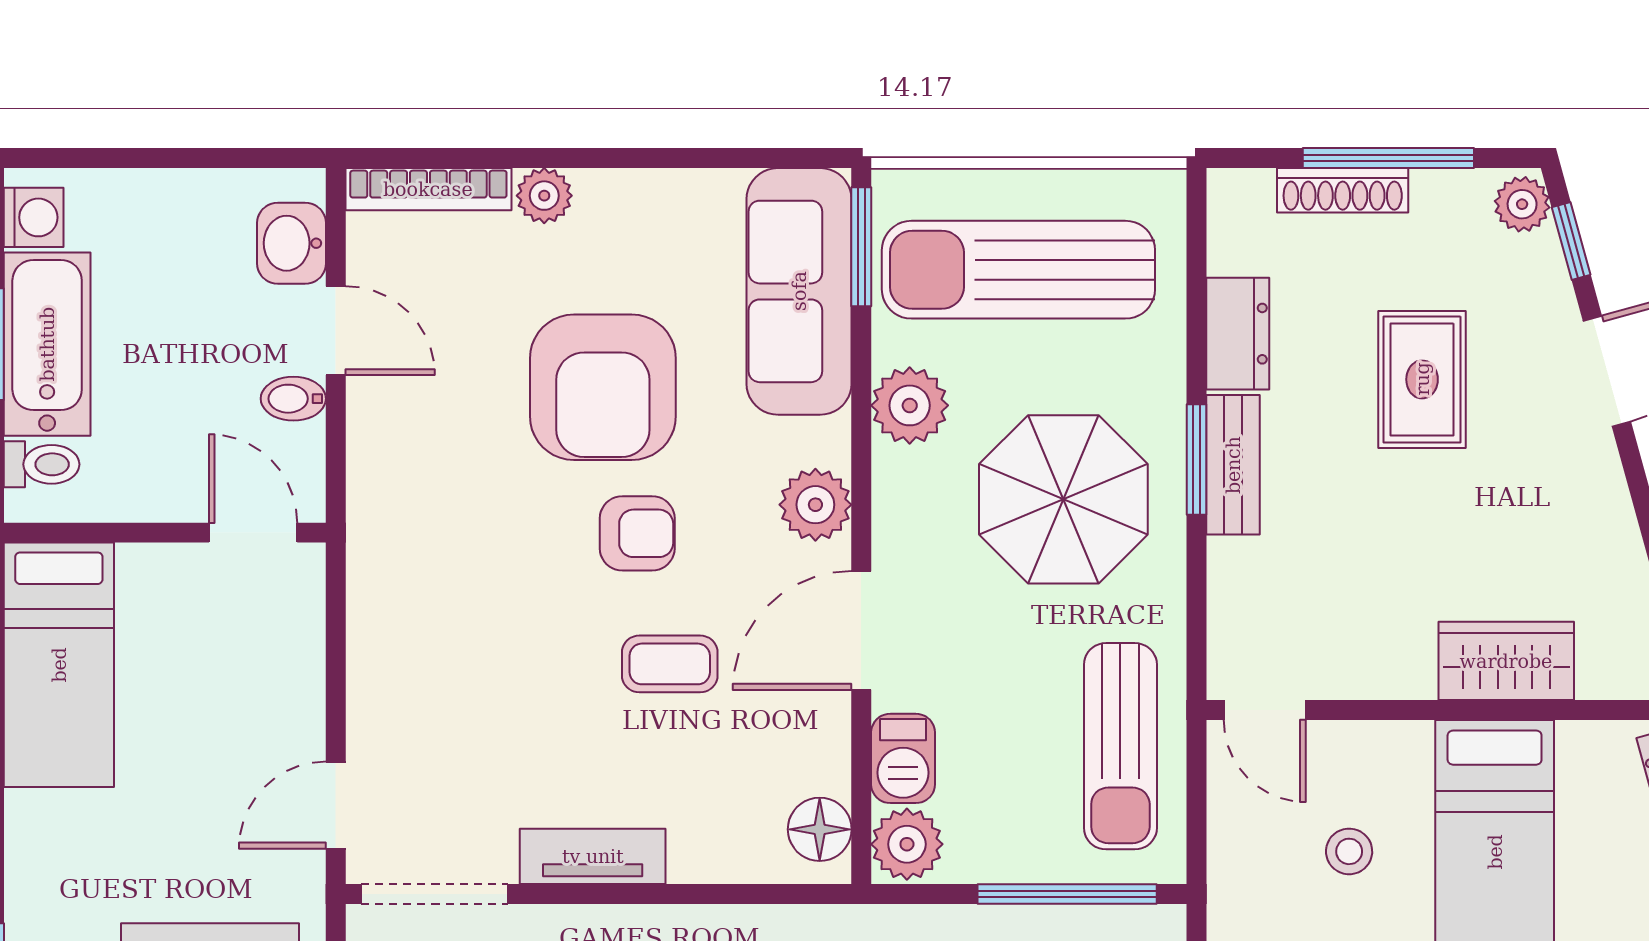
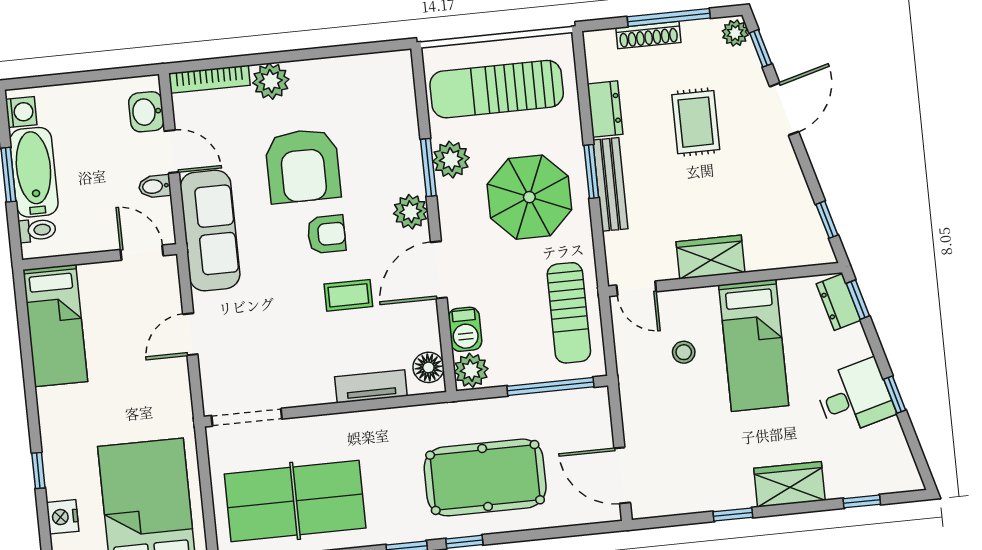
plant: (544, 196) -> (271, 81), width x1.38, depth x1.38
window: (861, 247) -> (428, 167), moved
sofa: (799, 291) -> (210, 231), moved, turned 180
bench: (1233, 465) -> (610, 184), width x1.36
wardrobe: (1506, 661) -> (710, 257), moved
door: (336, 805) -> (190, 334), moved
tv unit: (593, 856) -> (371, 386), moved

